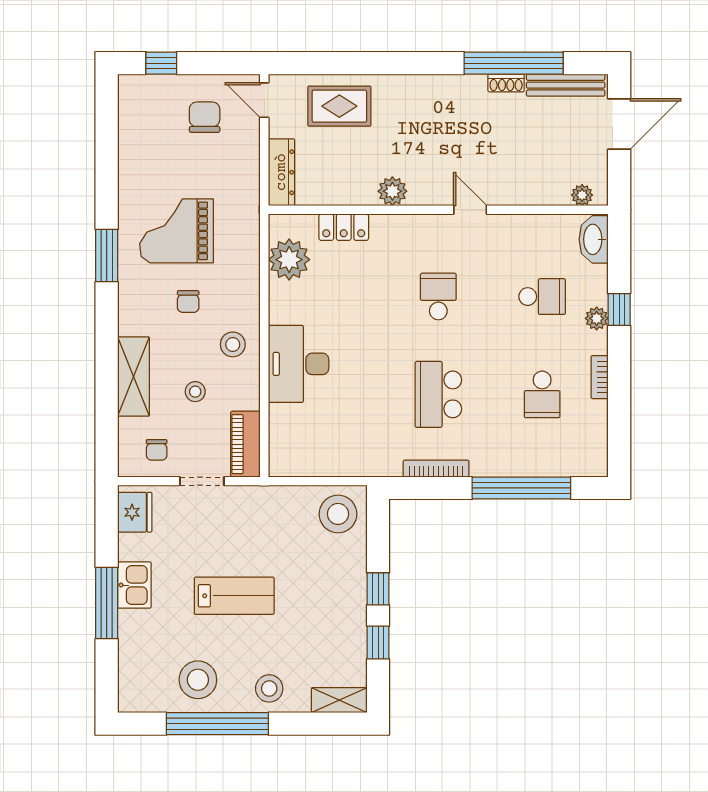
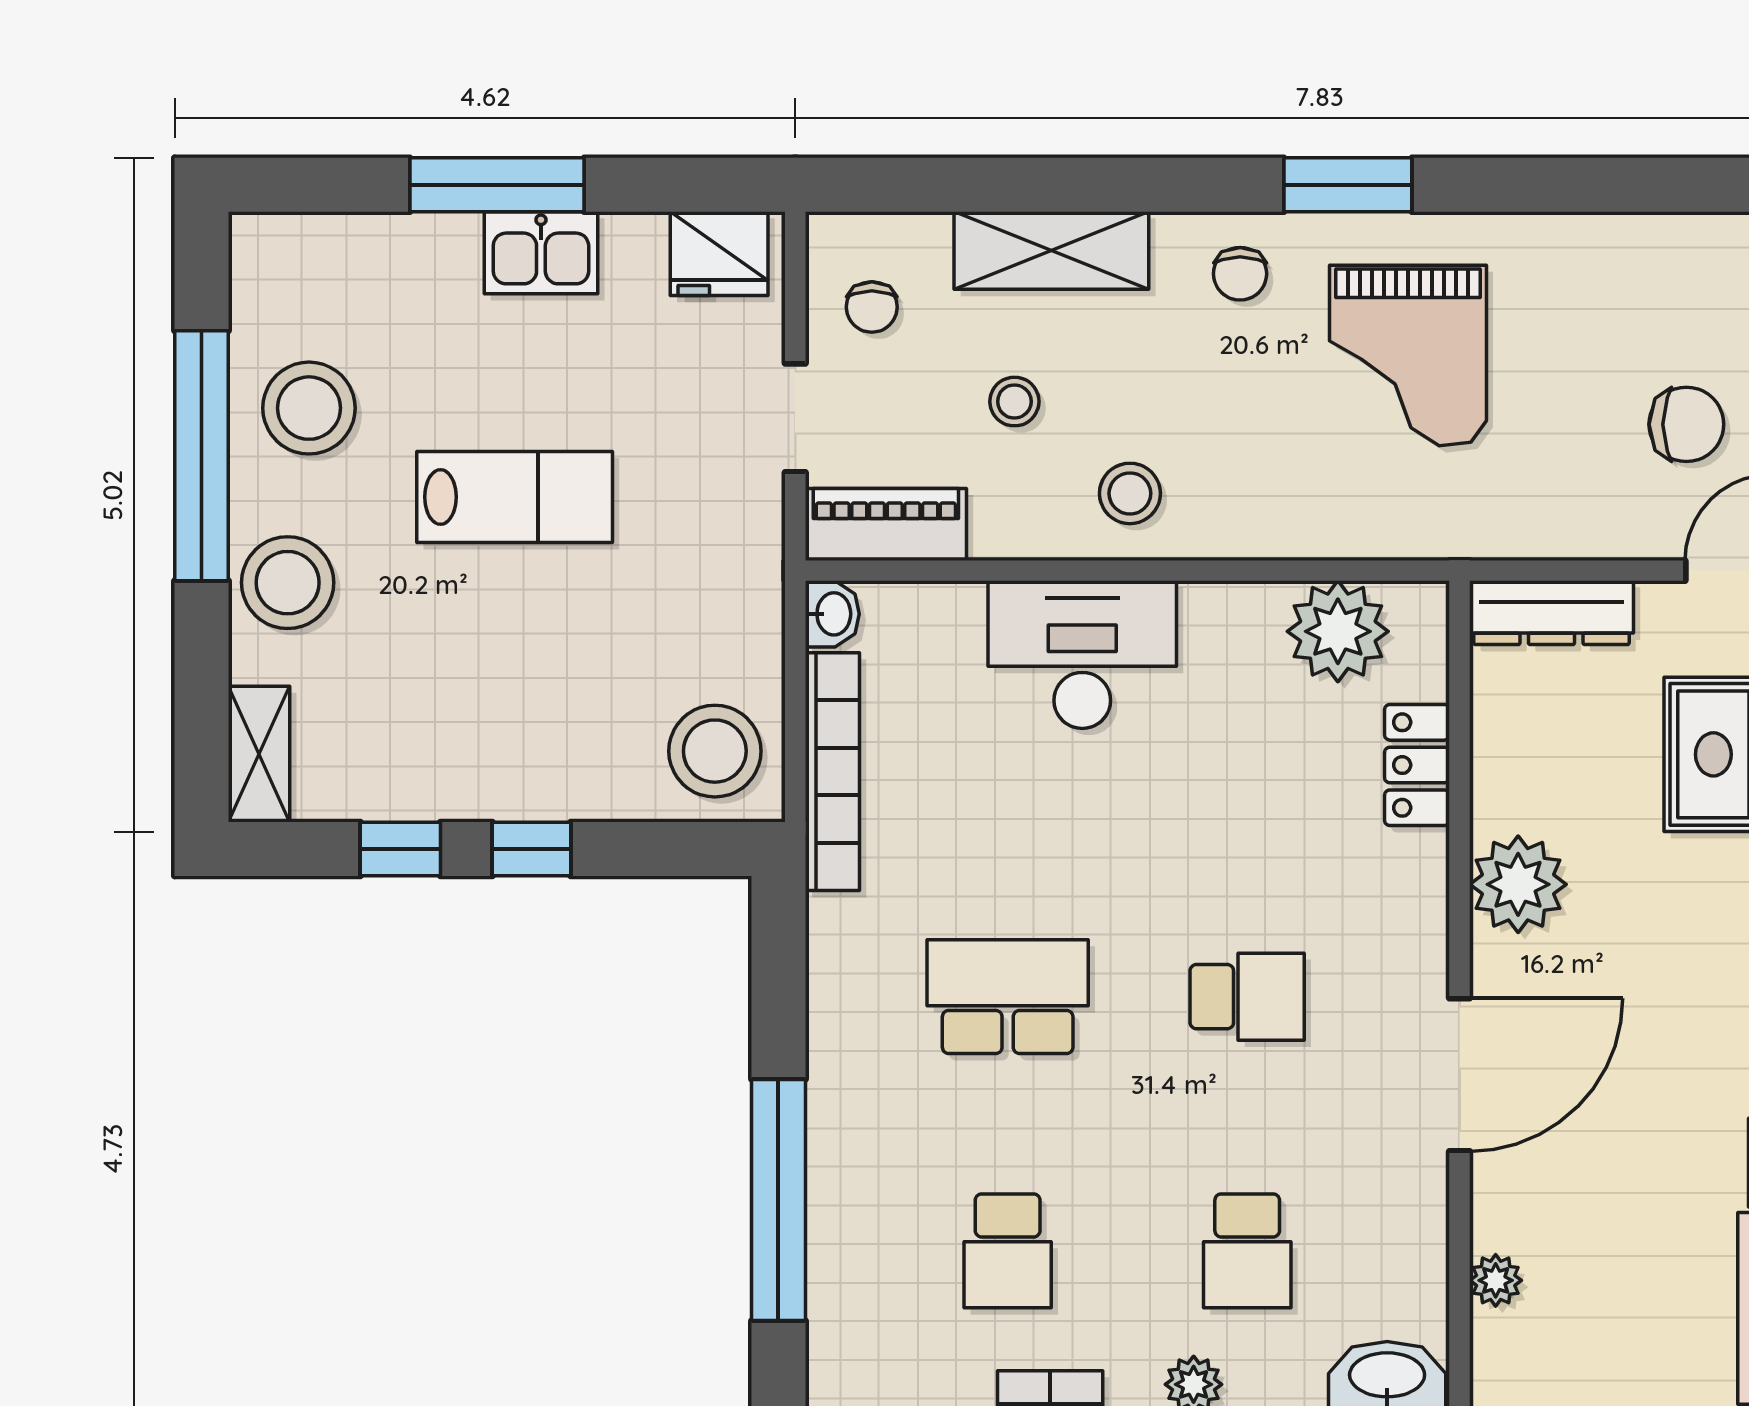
plant: (392, 191) -> (1518, 884), width x1.36, depth x1.36
plant: (582, 195) -> (1496, 1280), moved
door: (470, 210) -> (1460, 1075), width x1.88
grand piano: (176, 231) -> (1408, 356), turned 180
chair: (188, 302) -> (1240, 274), moved, turned -90
school desk: (542, 394) -> (1008, 1251), turned -90
chair: (157, 450) -> (872, 307), turned -90
washbasin: (282, 466) -> (832, 614), added
bookcase: (436, 469) -> (832, 772), moved, width x1.48, depth x1.31
lab bench: (234, 596) -> (515, 497), turned -90
stool: (269, 688) -> (288, 583), width x1.38, depth x1.38

